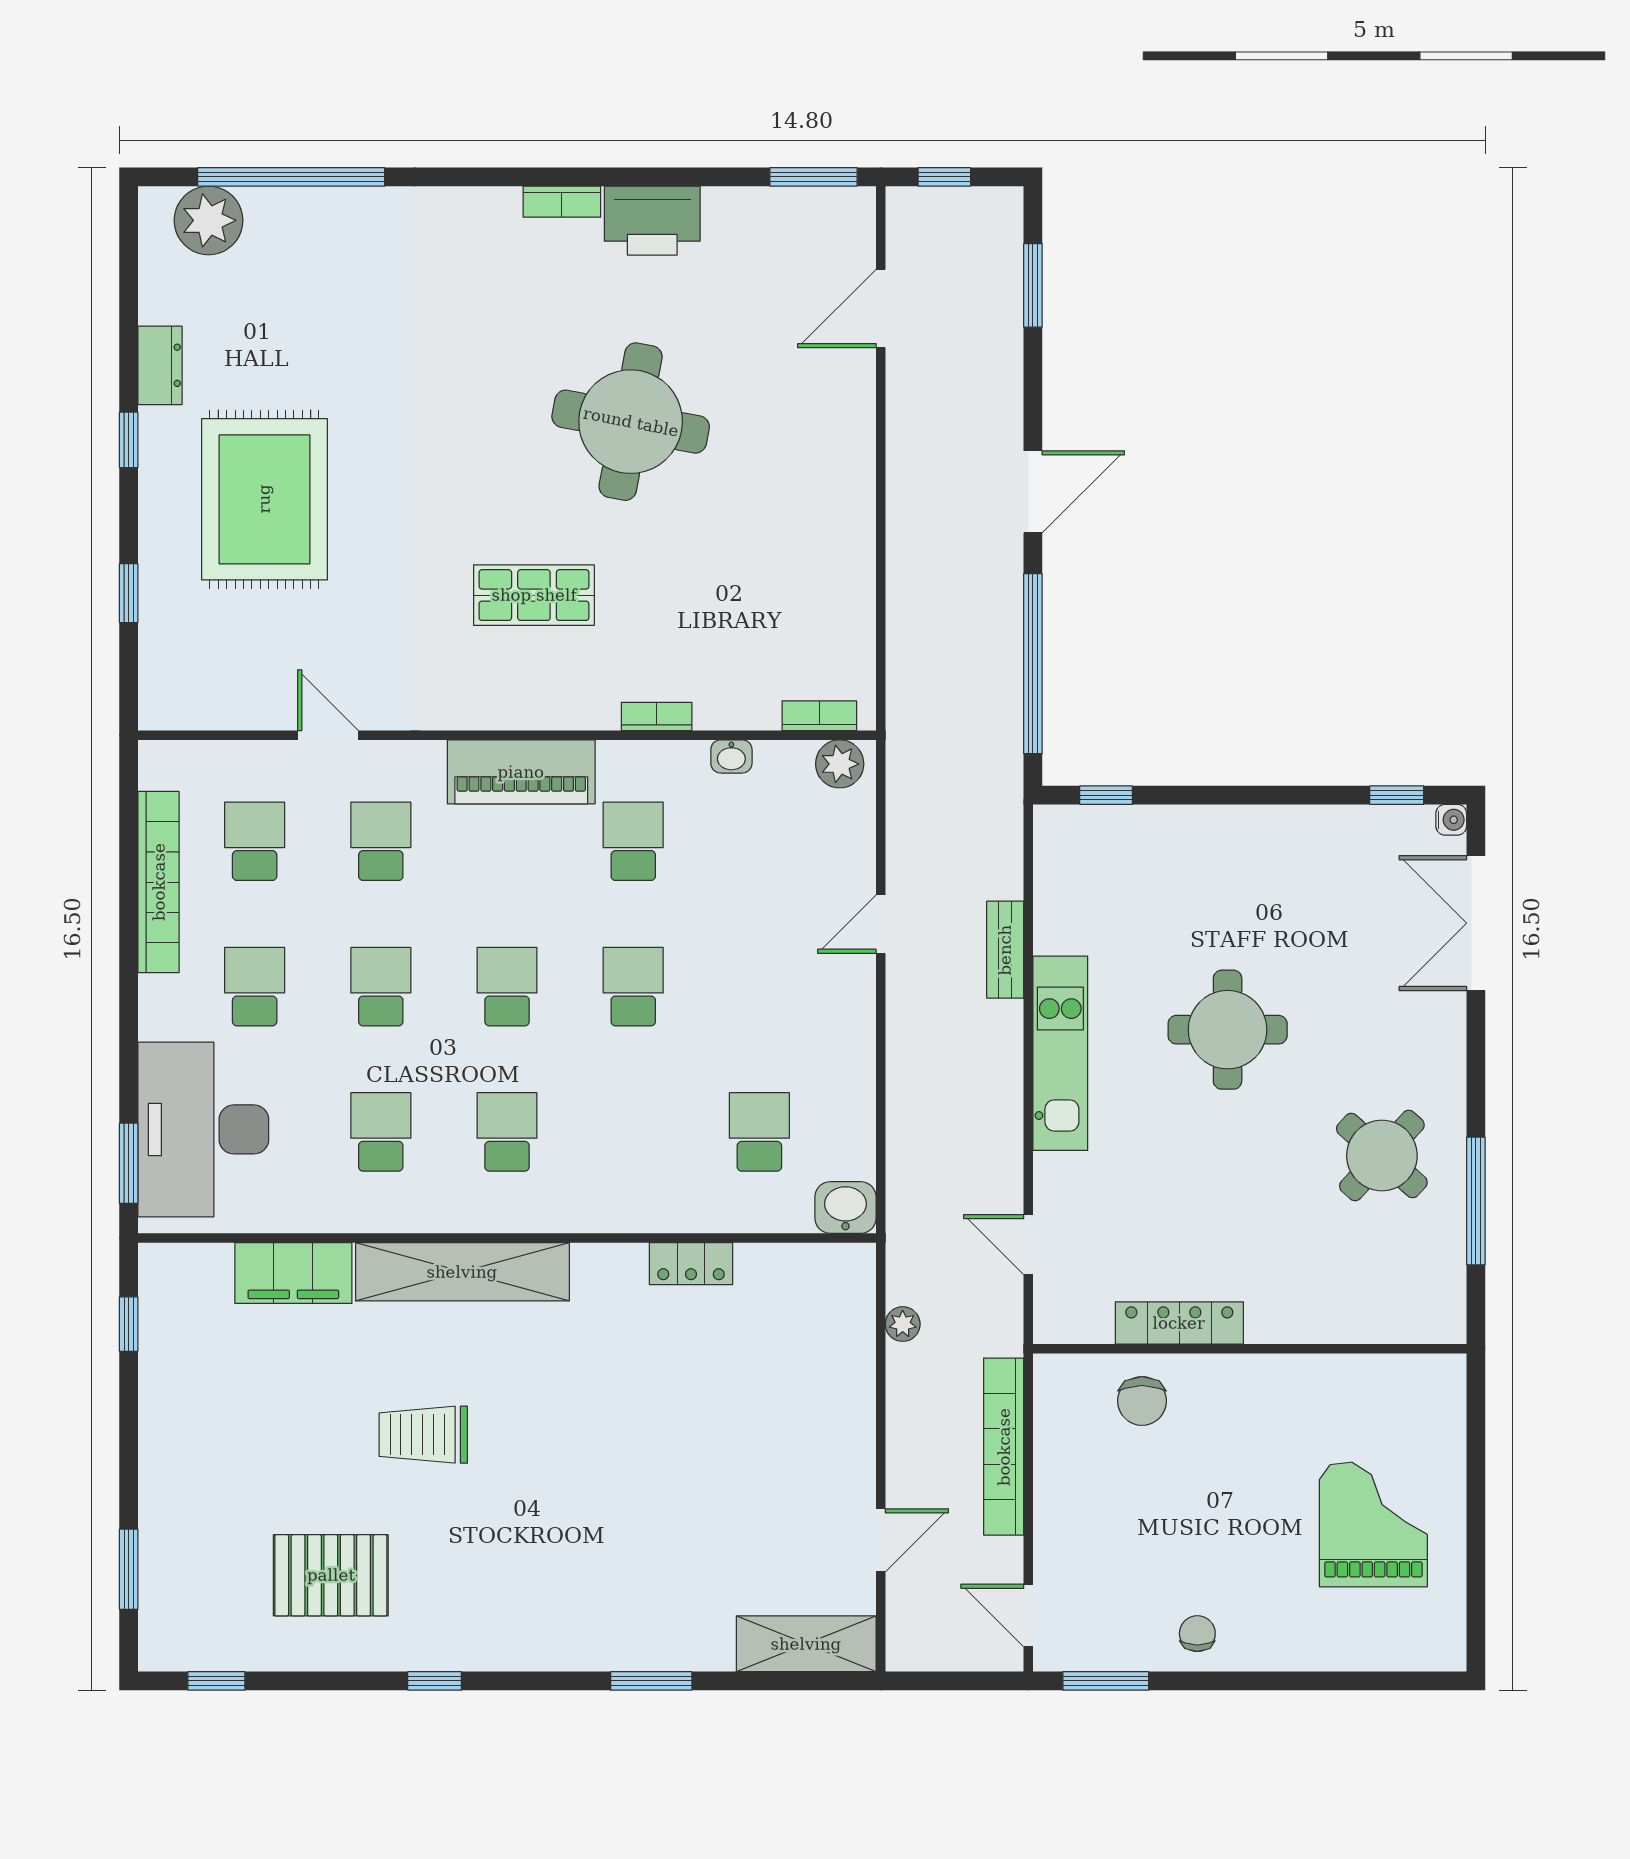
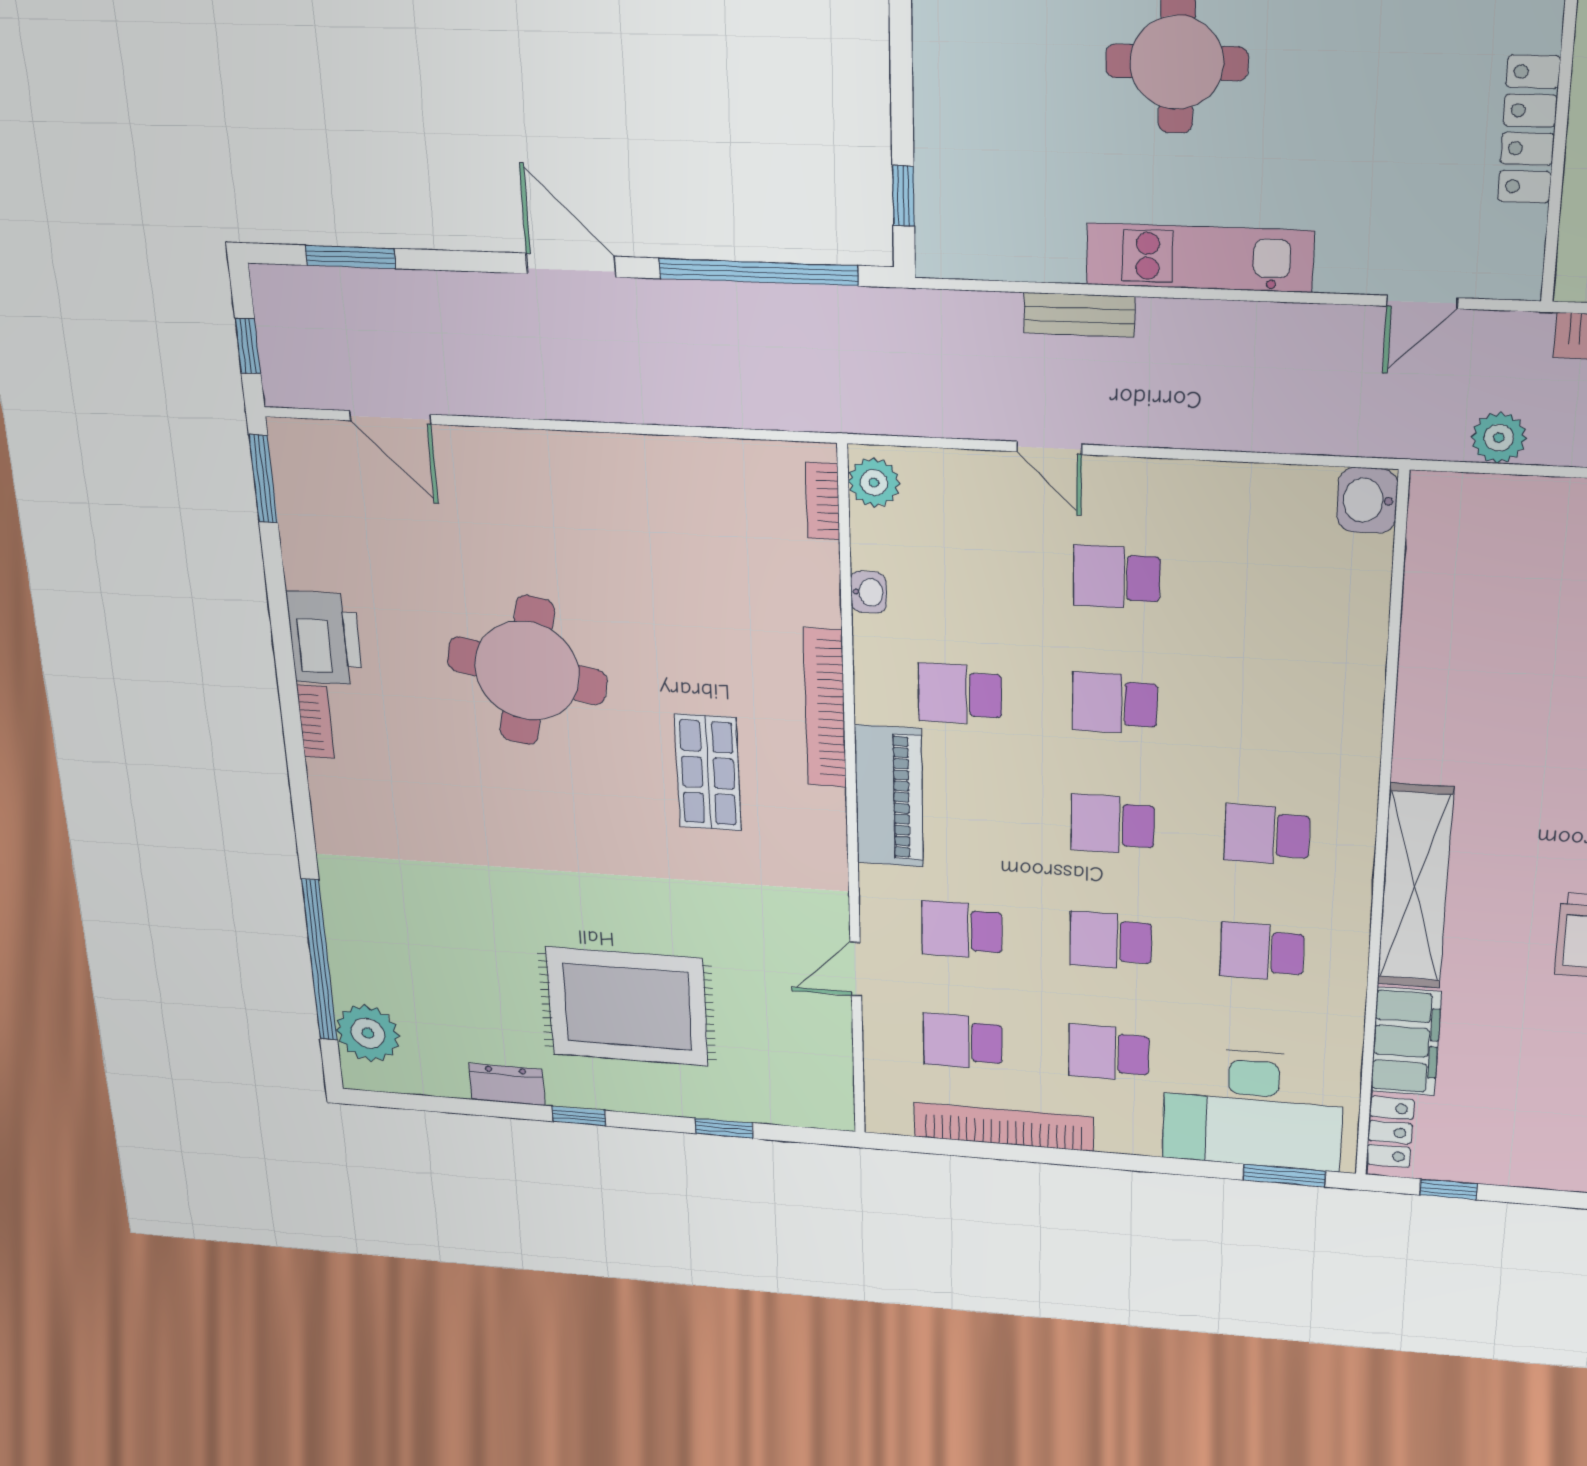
bookcase: (657, 716) -> (825, 708), width x2.31, depth x1.31
school desk: (759, 1132) -> (1117, 577), moved
locker: (691, 1264) -> (1390, 1132), moved
plant: (903, 1324) -> (1499, 438), width x1.38, depth x1.38

